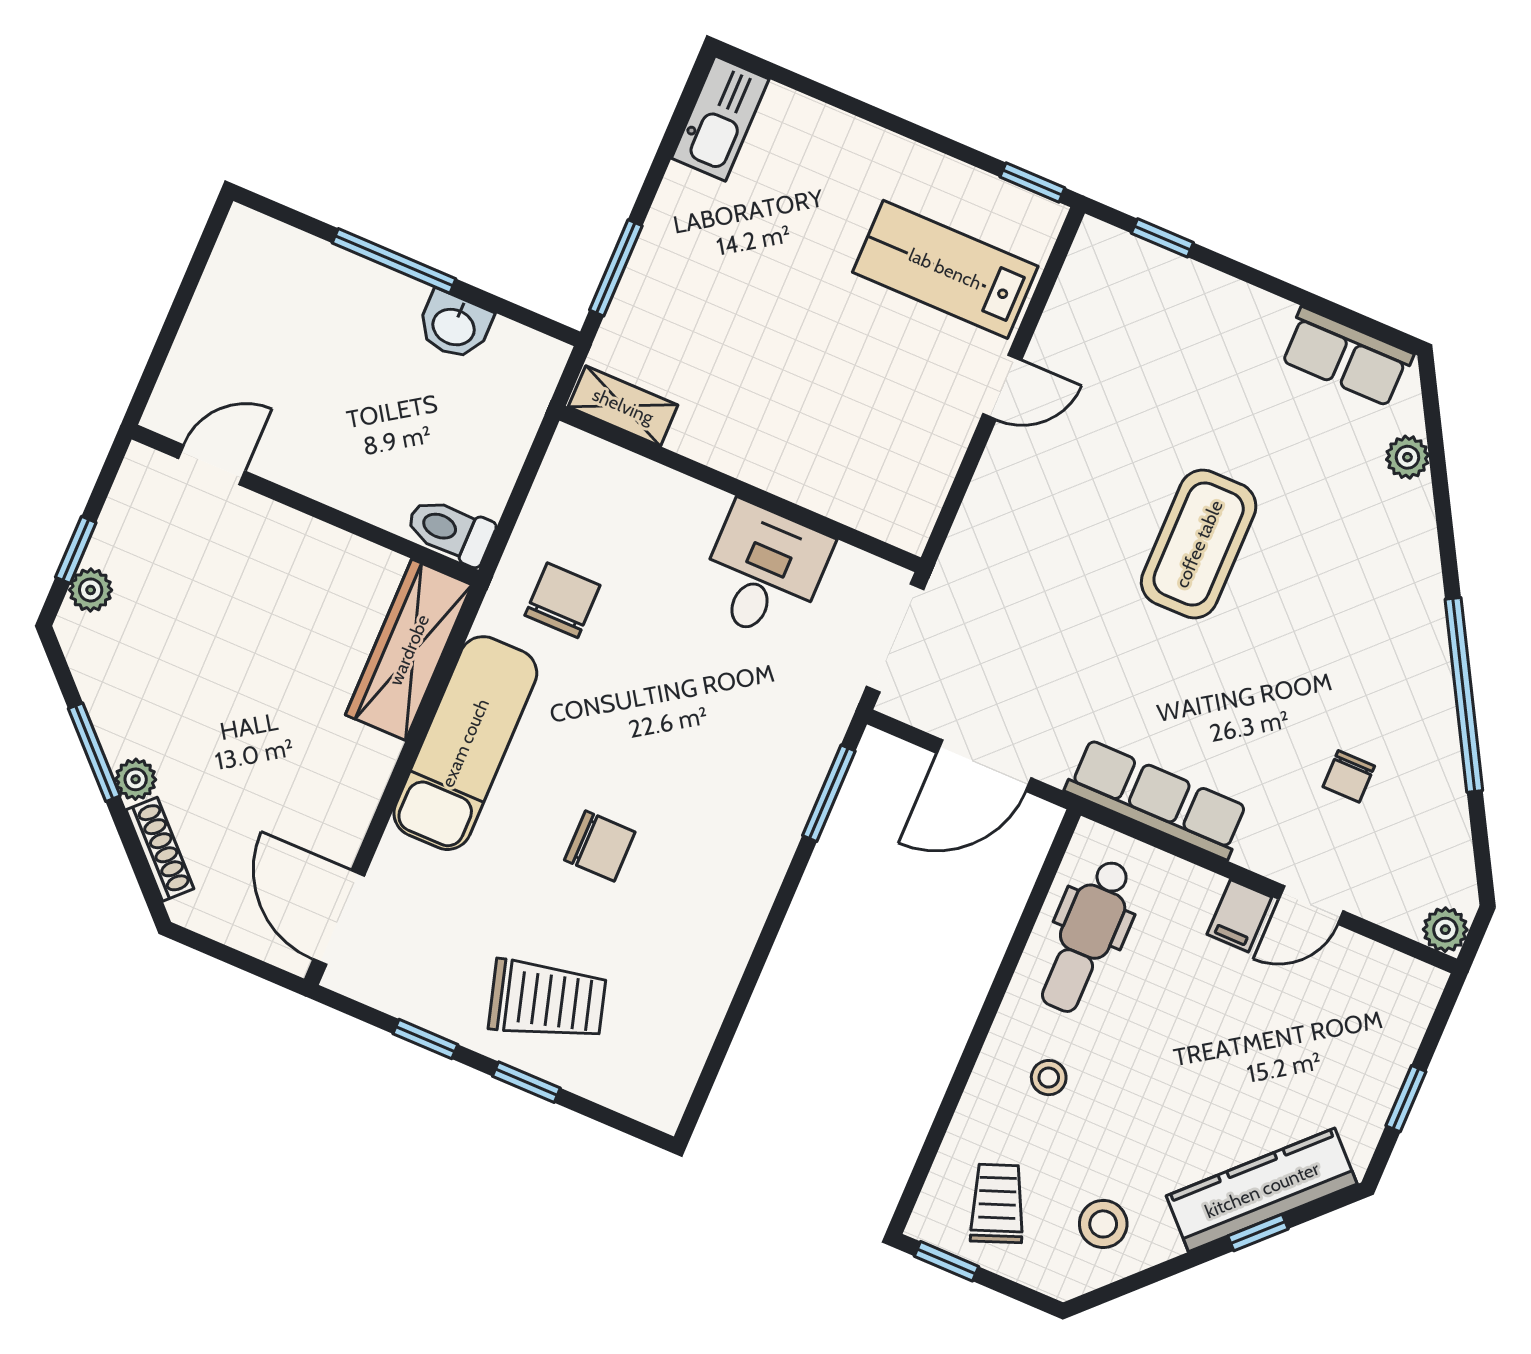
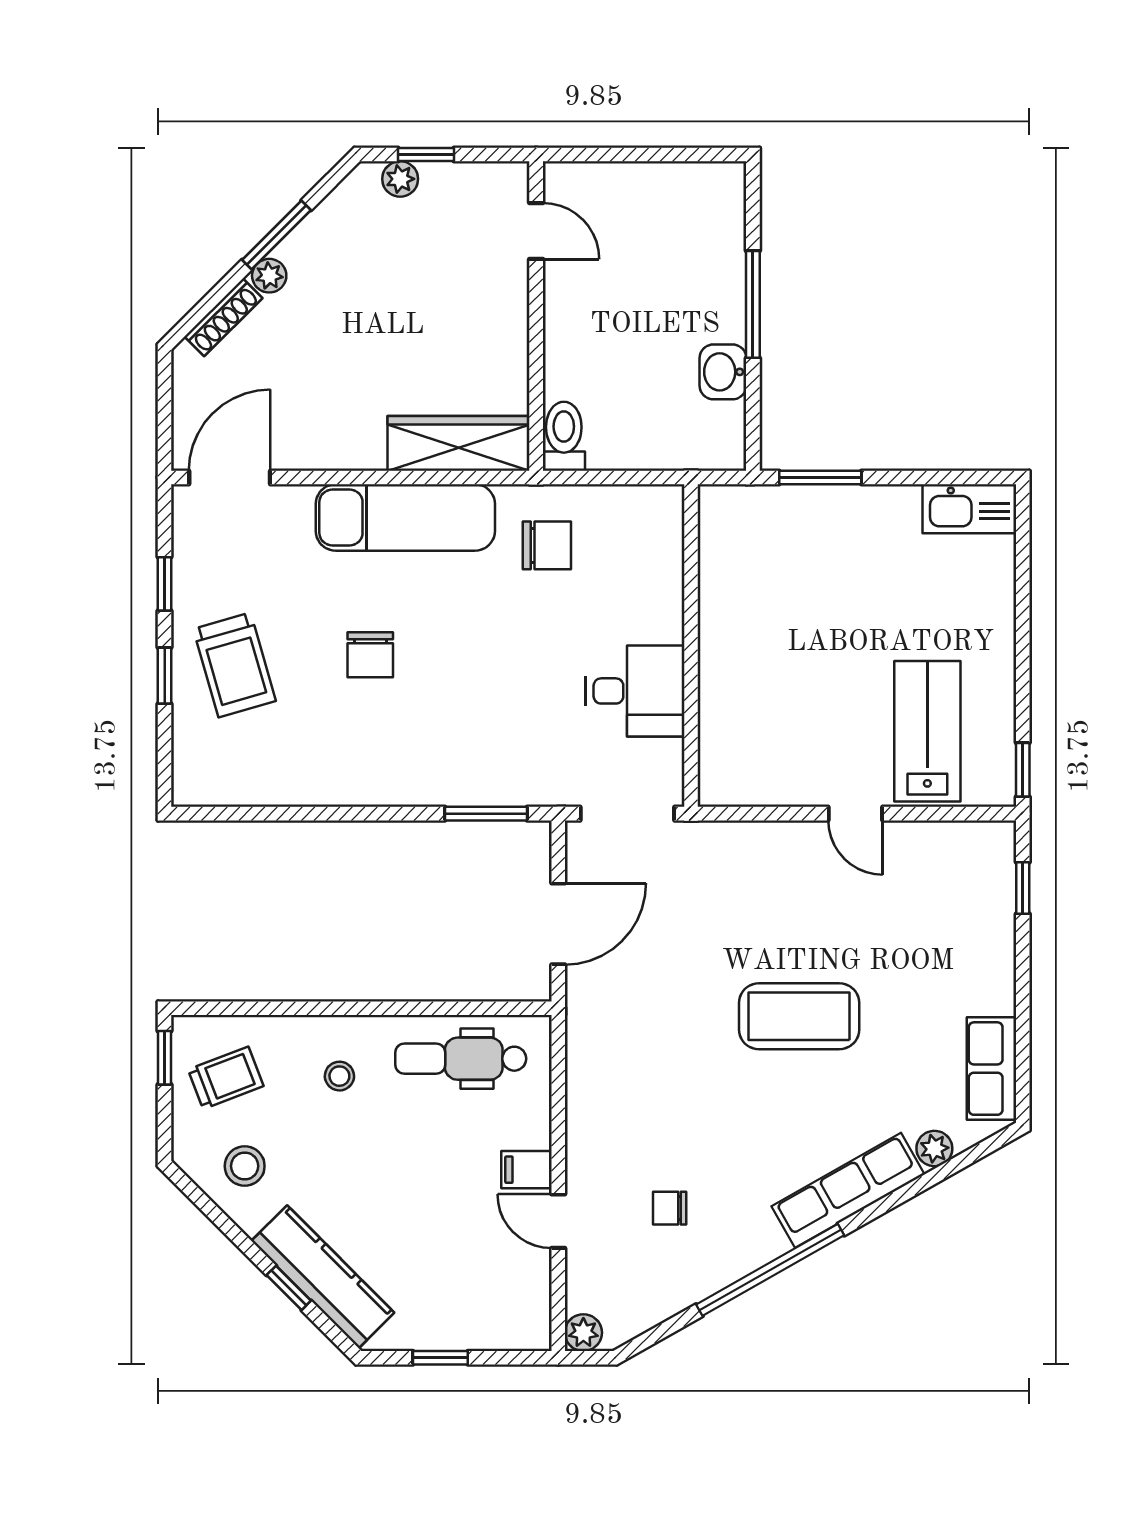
shelving: (623, 406) -> (716, 528), removed
door: (984, 766) -> (558, 924), swing flipped
row of seats: (1157, 799) -> (848, 1190), moved, turned -120

